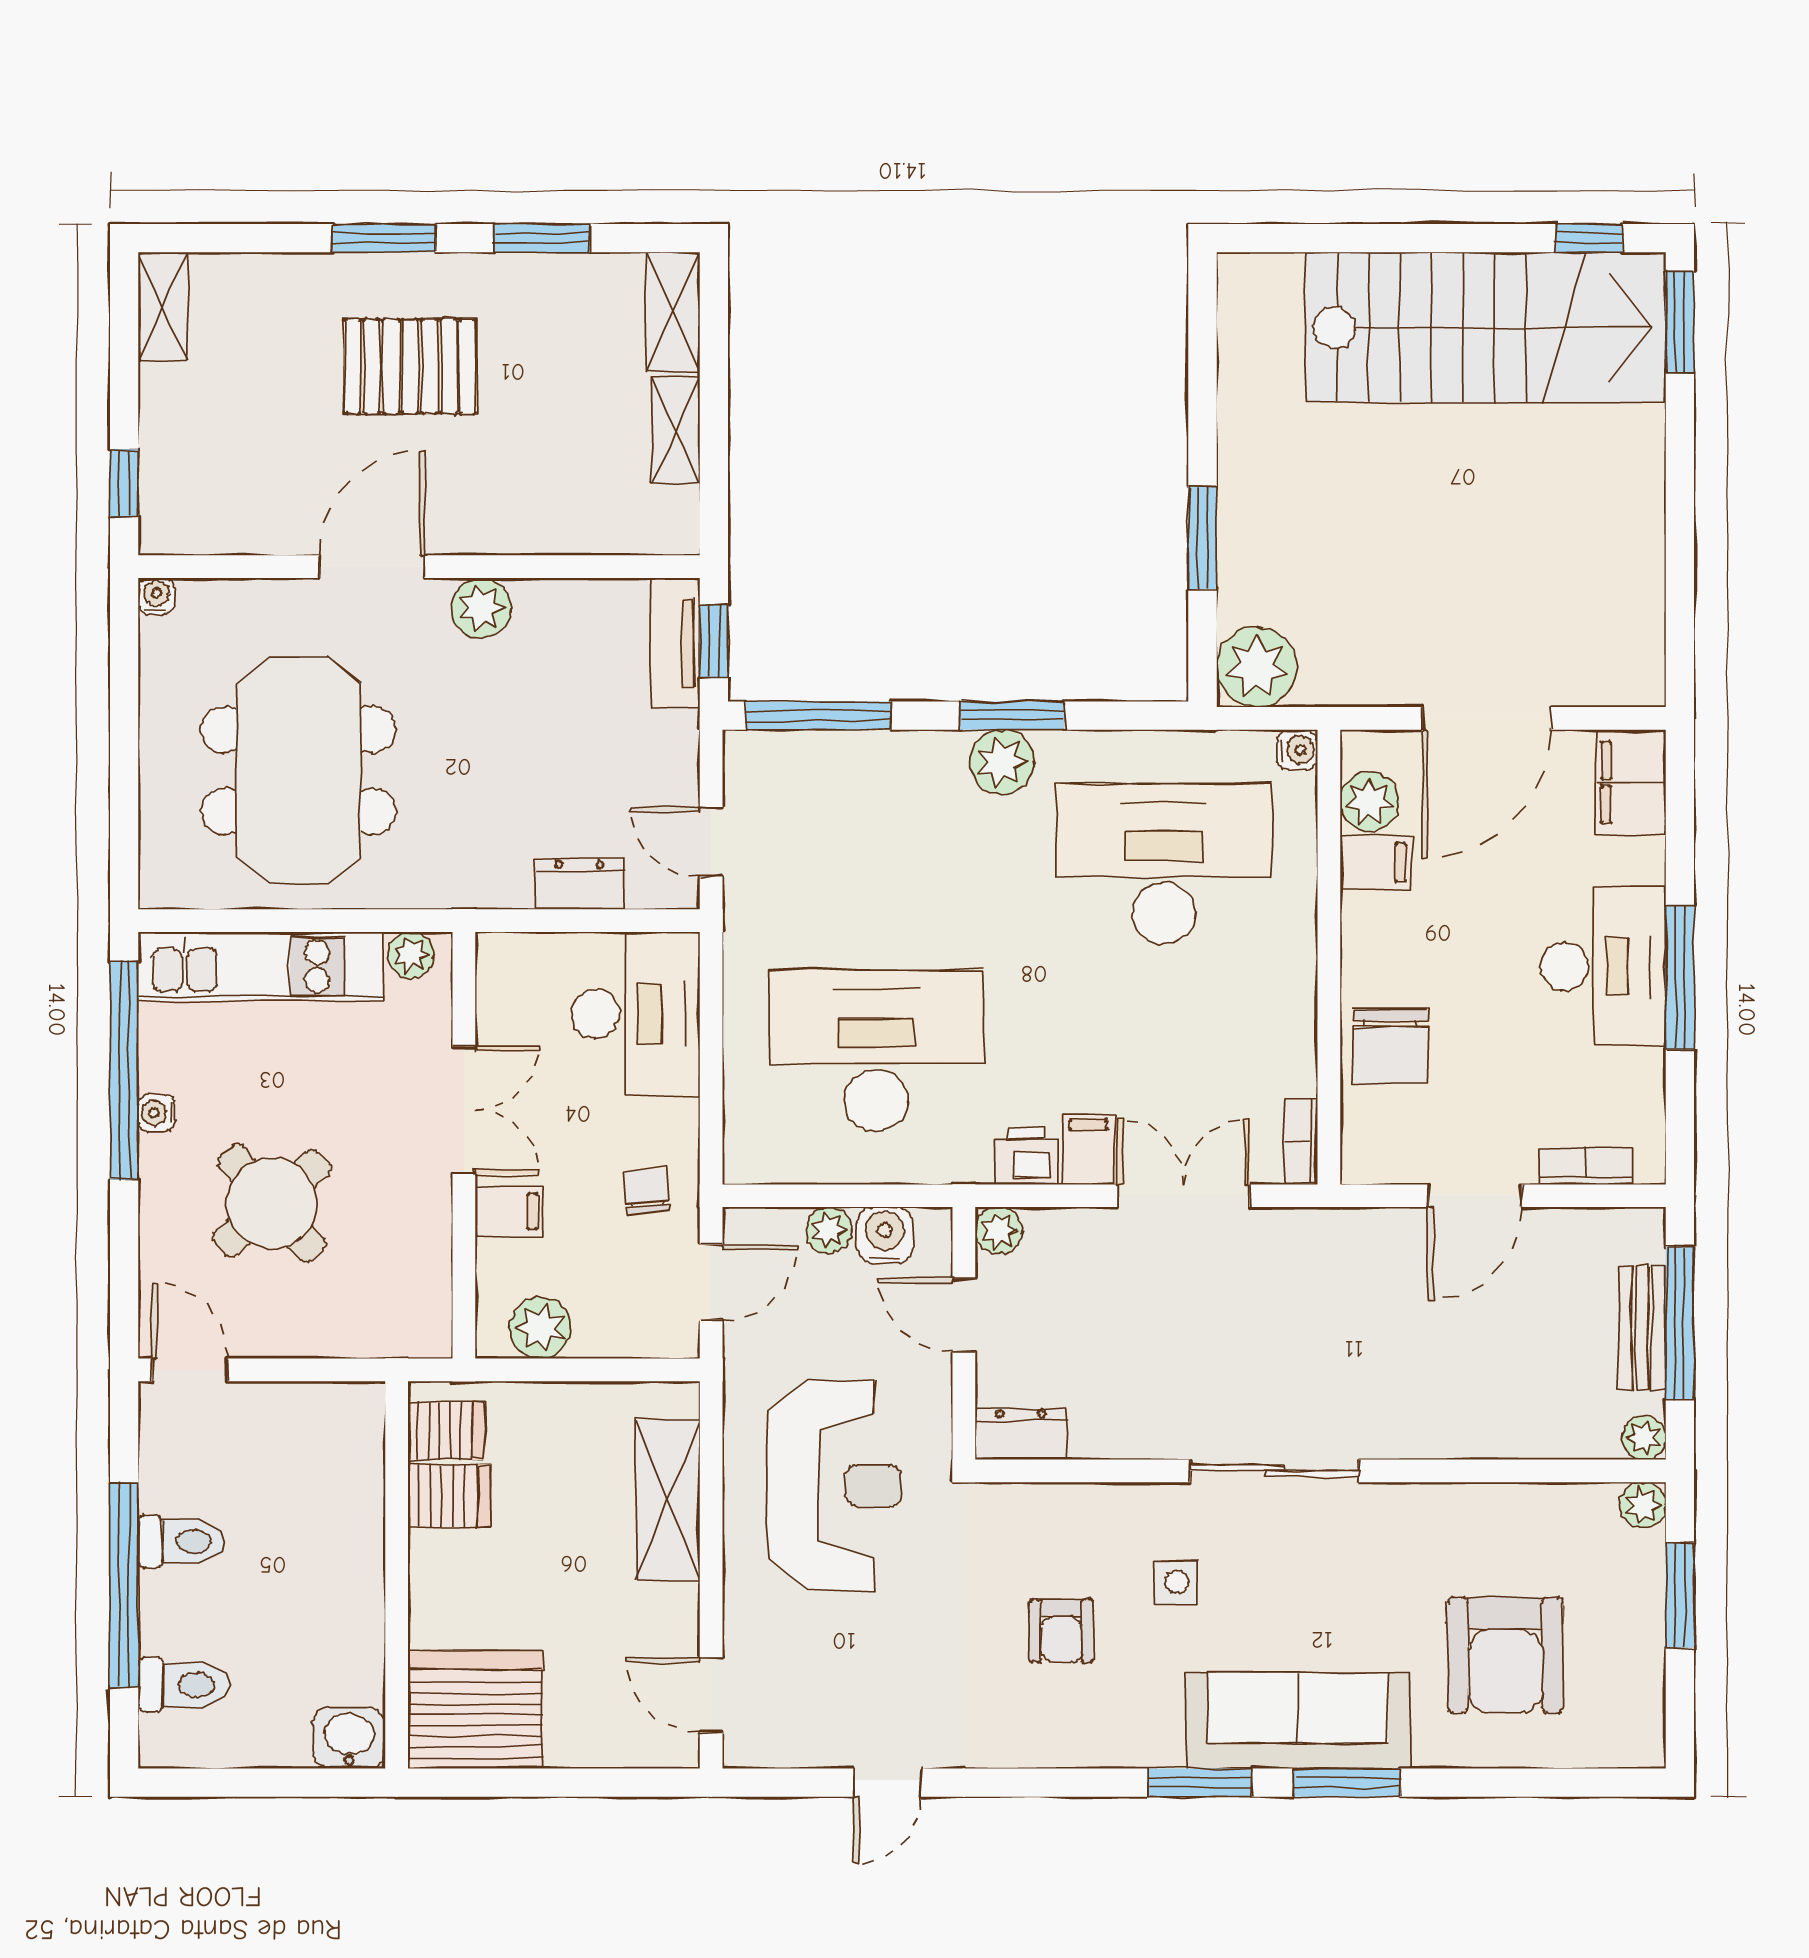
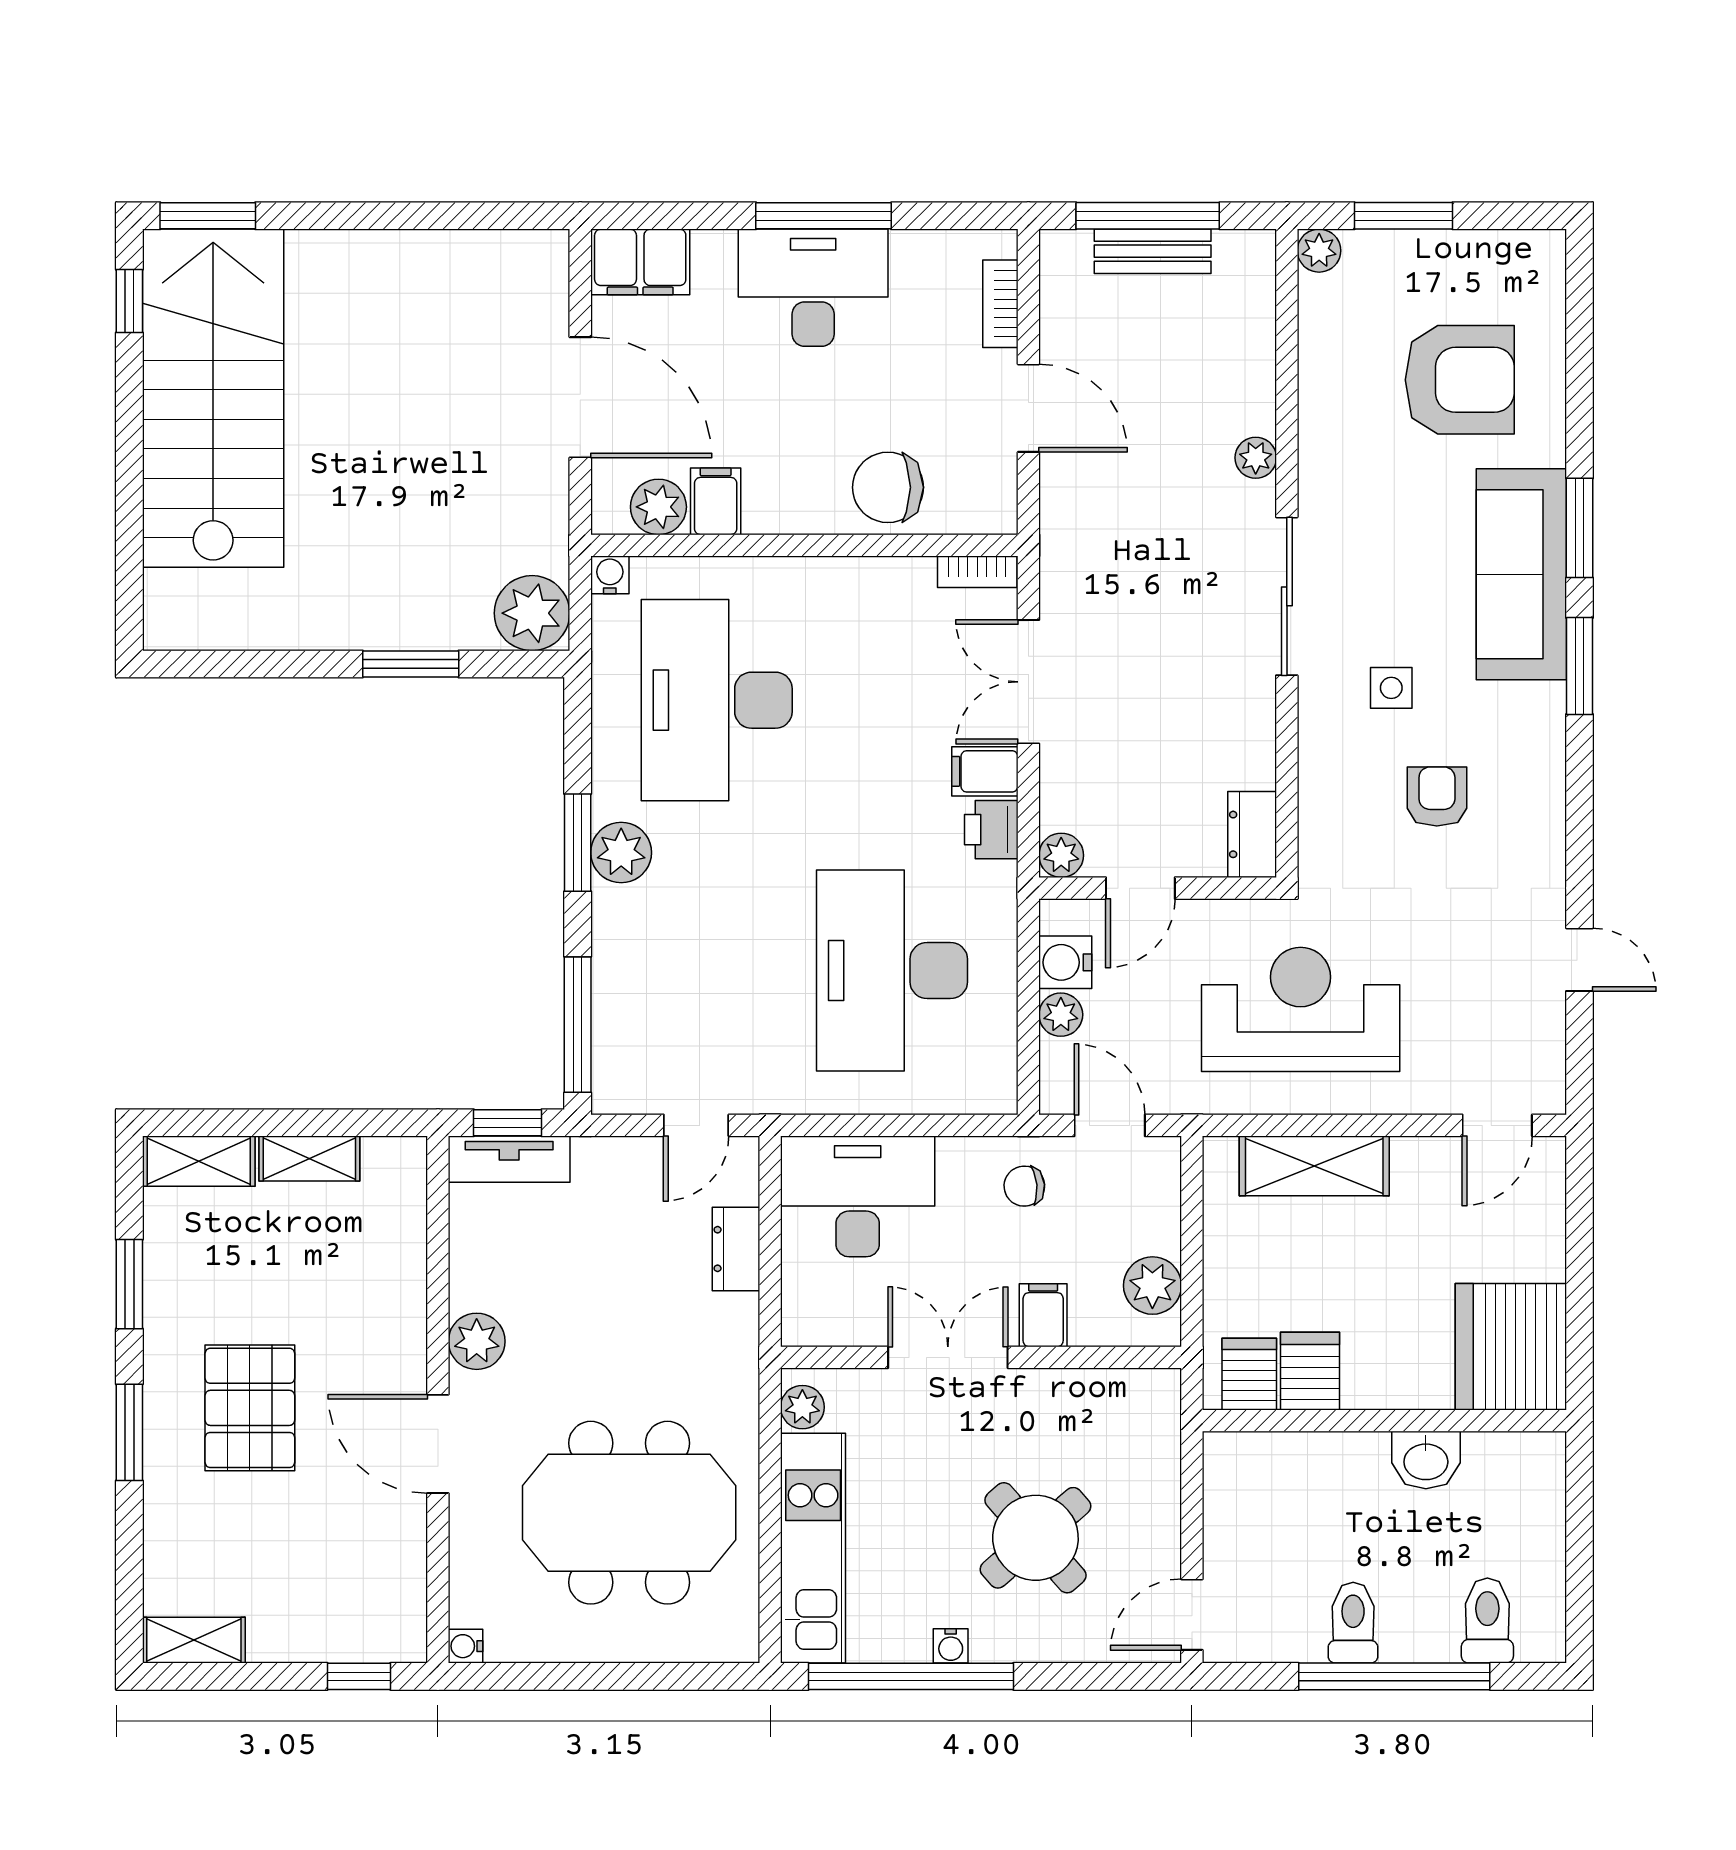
chair: (1391, 1046) -> (888, 487), turned 180
plant: (1644, 1438) -> (1256, 458), moved
armchair: (1061, 1631) -> (1437, 796), turned -90
washbasin: (349, 1738) -> (1426, 1460), moved, turned -90

